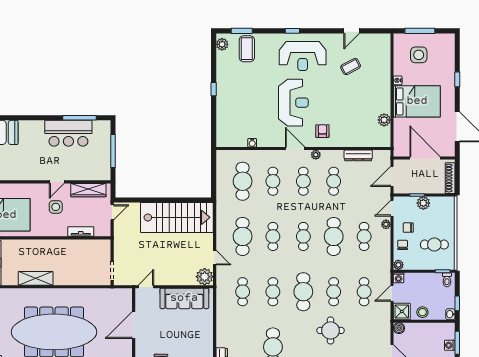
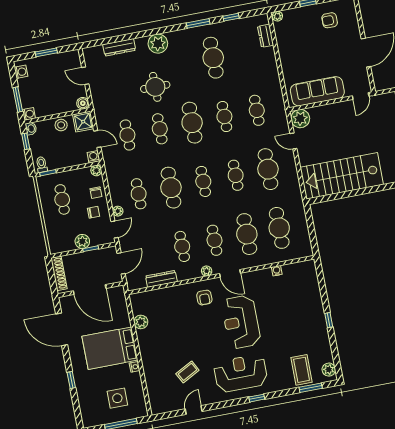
cafe table: (273, 181) -> (247, 234), width x1.37, depth x1.35
cafe table: (434, 245) -> (62, 199), turned 90
door: (392, 293) -> (97, 139), hinge flipped
washing machine: (450, 345) -> (29, 114), moved

